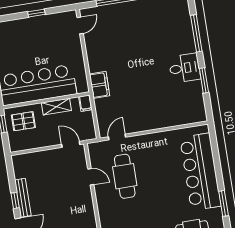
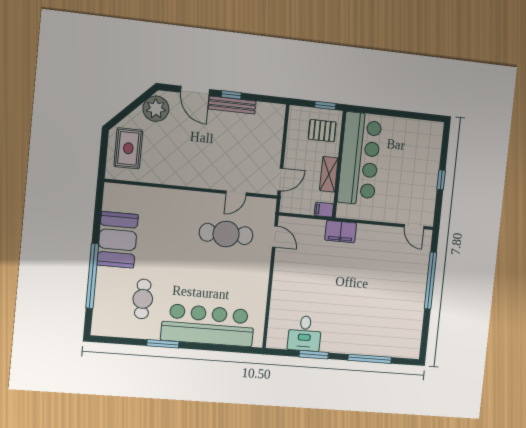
desk: (185, 68) -> (305, 333), moved
pallet: (23, 121) -> (322, 131), turned 90

